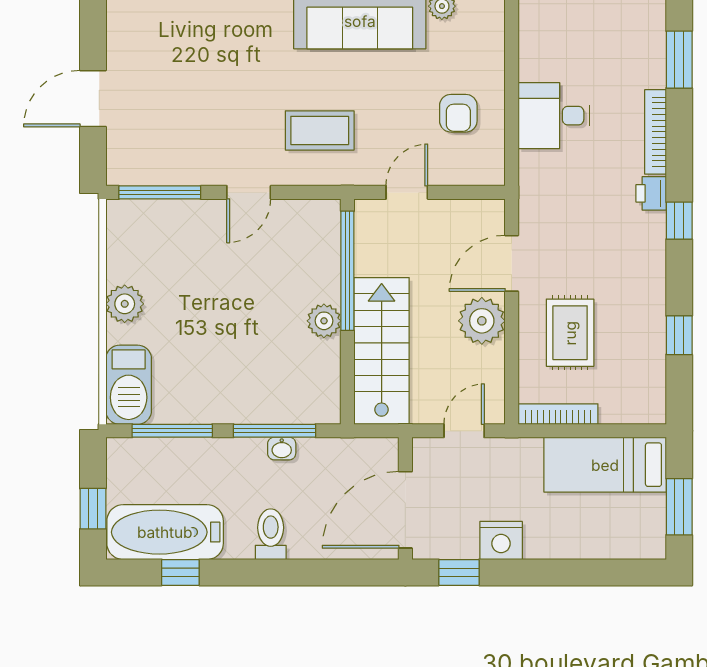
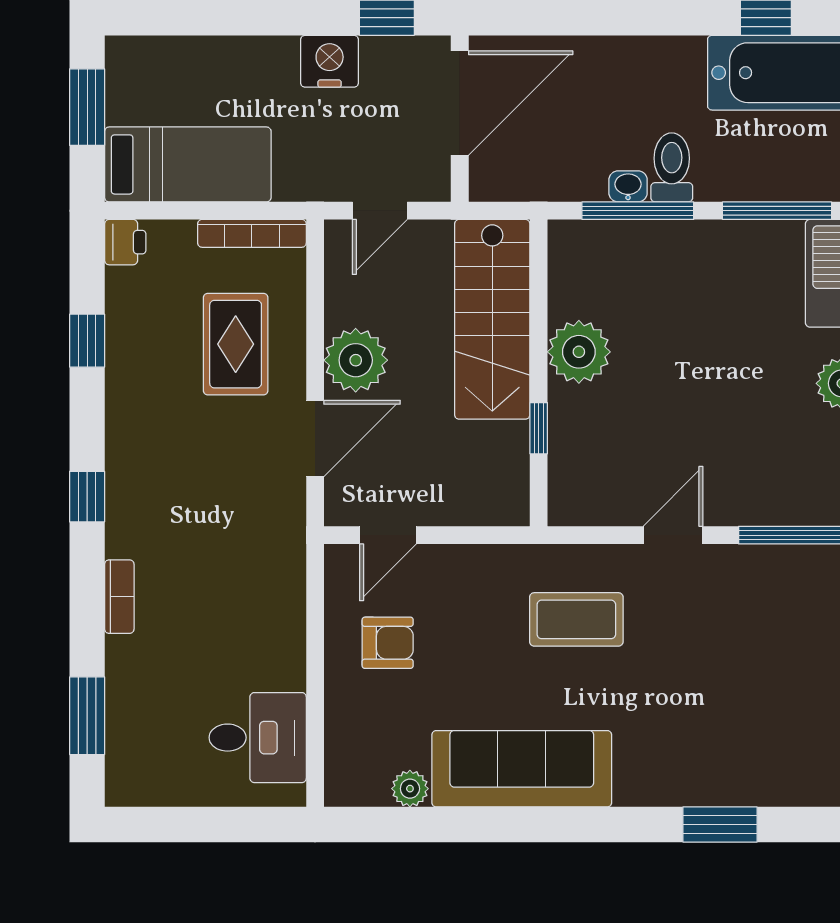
armchair: (458, 113) -> (388, 643), turned 90
desk: (554, 116) -> (258, 738), moved
bookcase: (655, 132) -> (119, 597), width x0.64
door: (407, 192) -> (388, 535), moved
printer: (651, 193) -> (125, 242), moved
window: (347, 271) -> (539, 428), width x0.32
plant: (324, 321) -> (579, 352), width x1.36, depth x1.36
toilet: (271, 534) -> (672, 167), moved, turned 180

